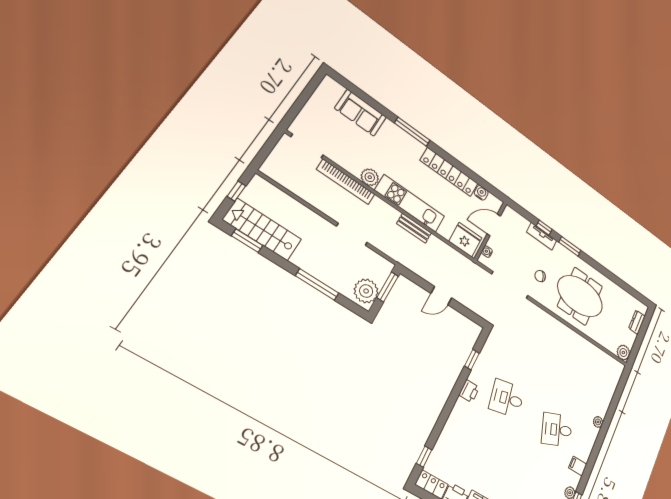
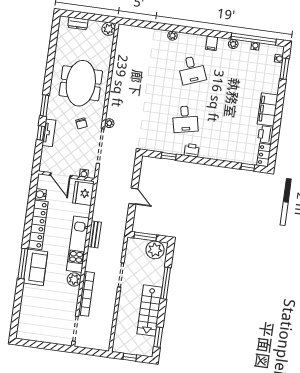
sofa: (361, 113) -> (35, 267), moved
stairs: (262, 230) -> (149, 311), moved
plant: (531, 307) -> (109, 123), added

